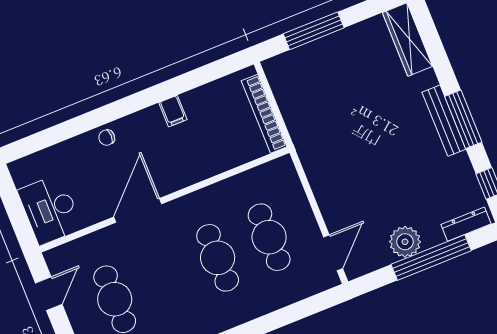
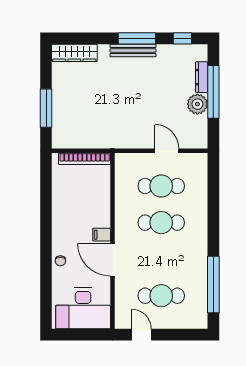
filing cabinet: (173, 111) -> (102, 235), moved, turned 180
desk: (50, 209) -> (83, 308), width x1.36, depth x1.30
dresser: (466, 224) -> (202, 77), moved
door: (333, 253) -> (167, 151), moved

